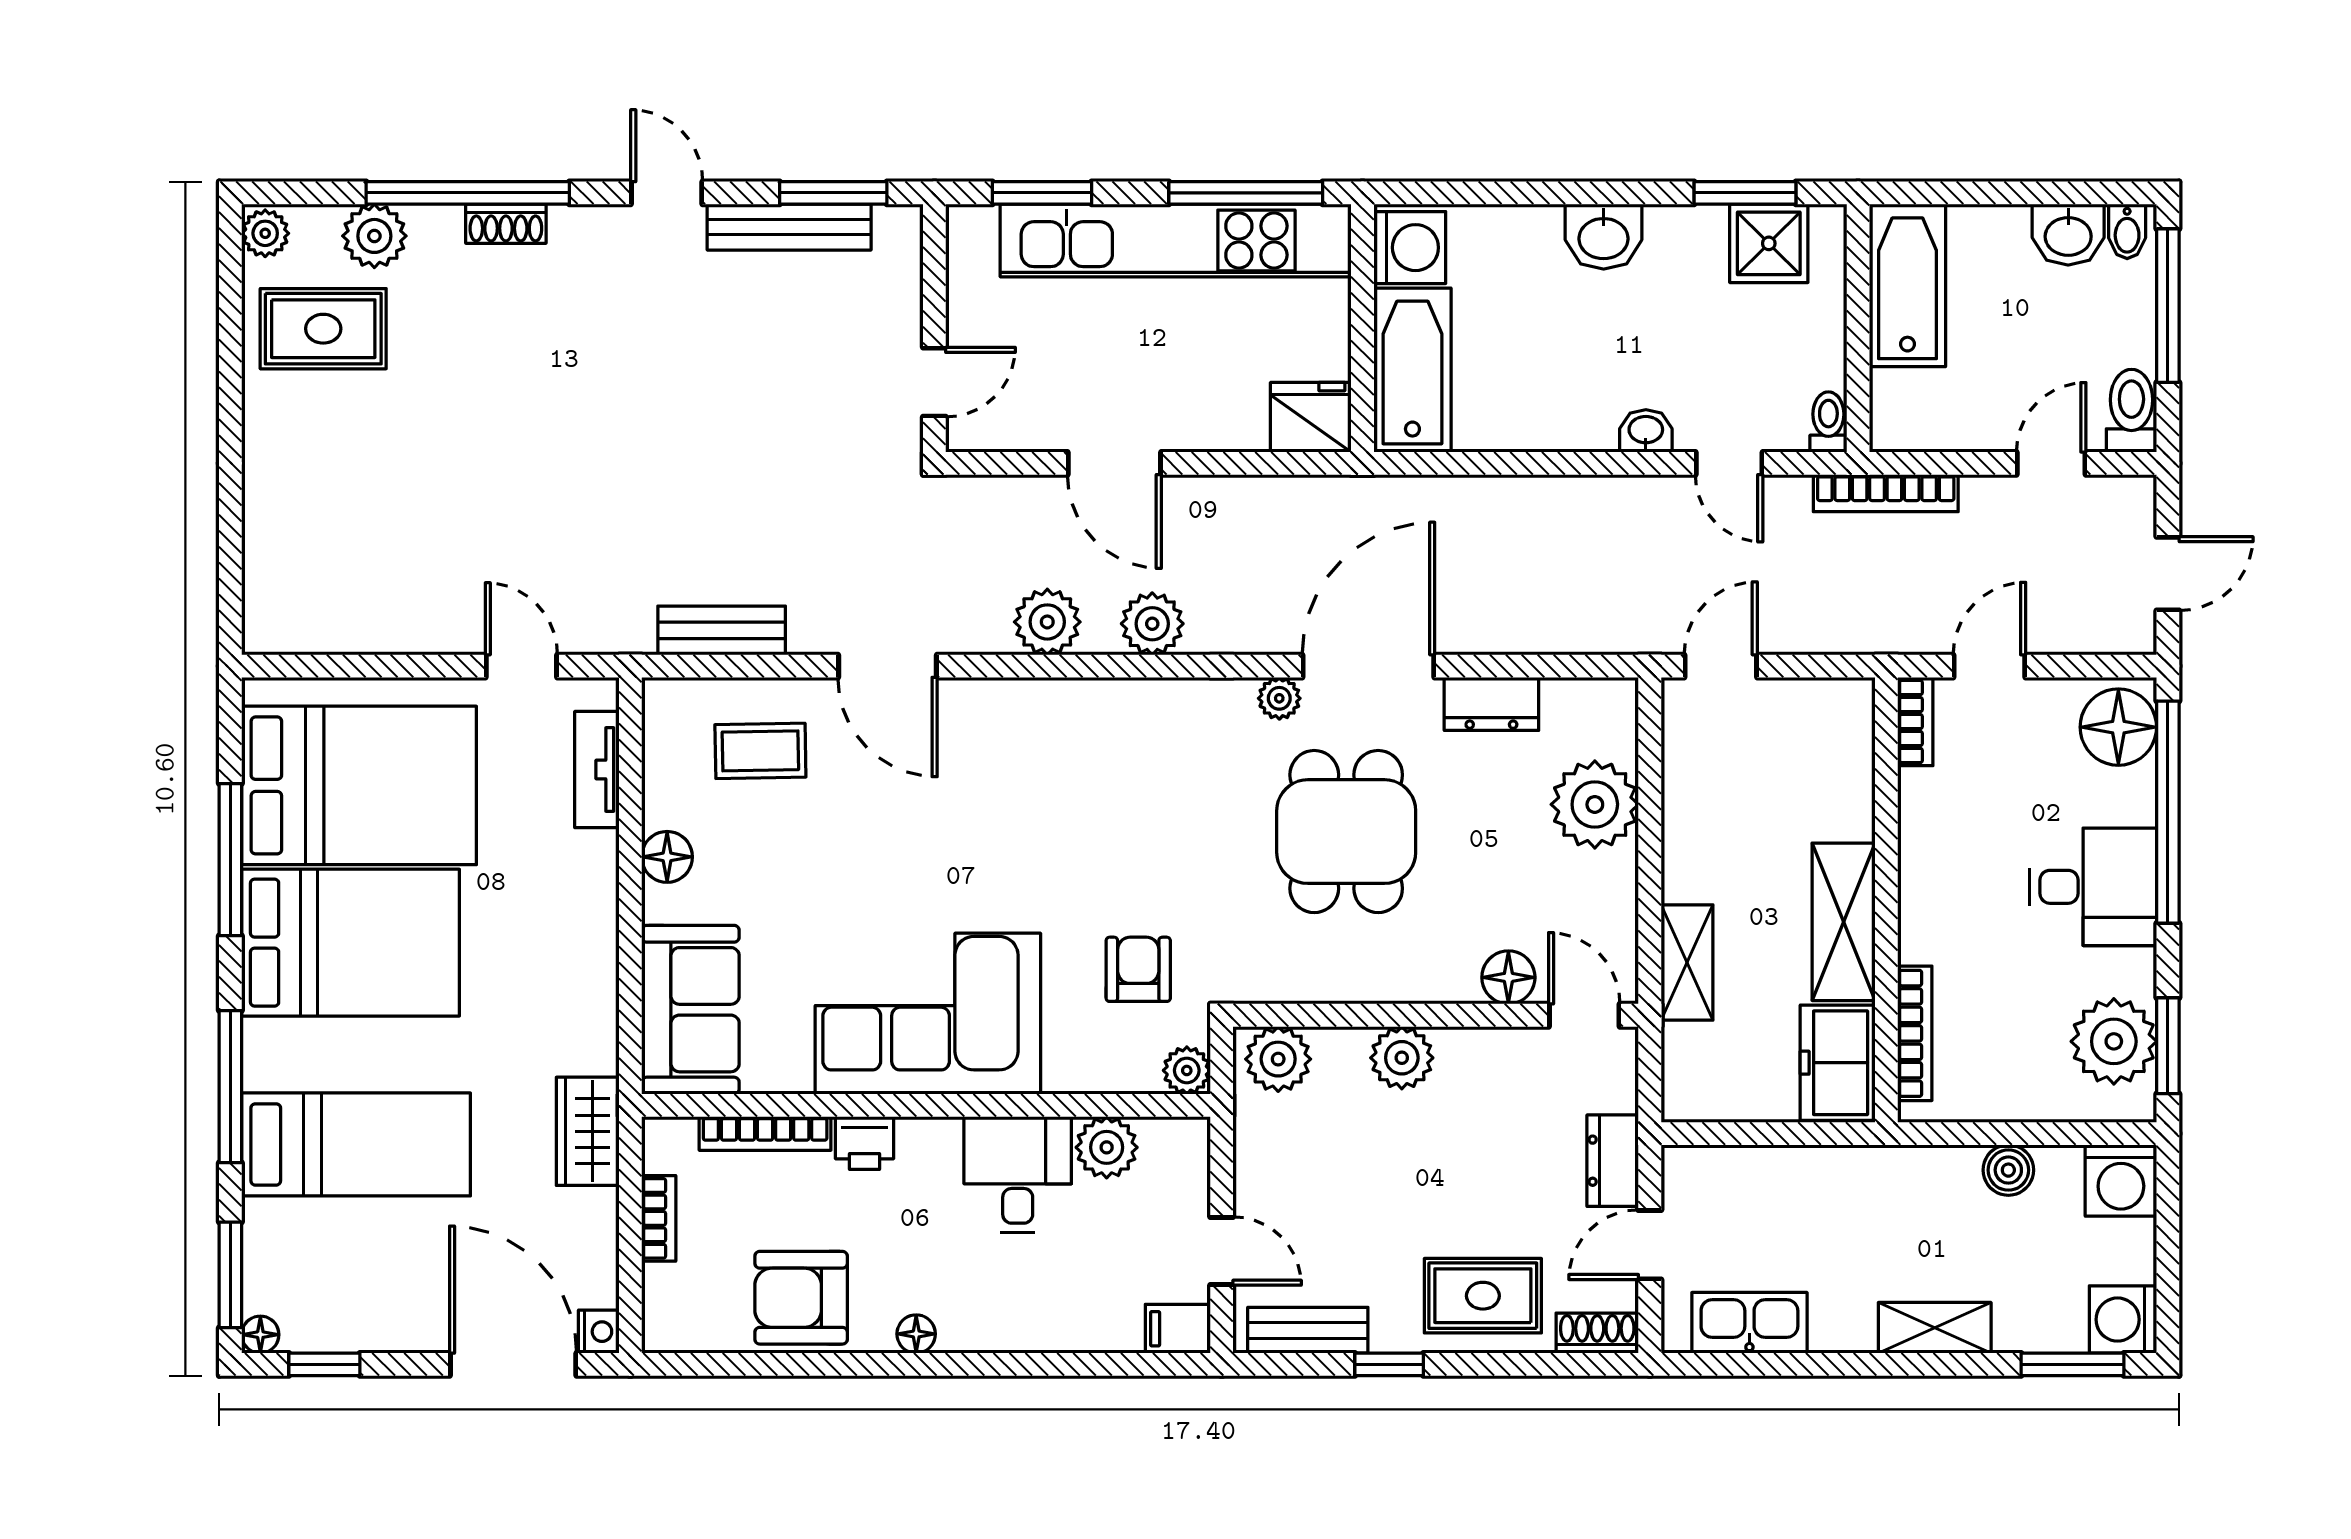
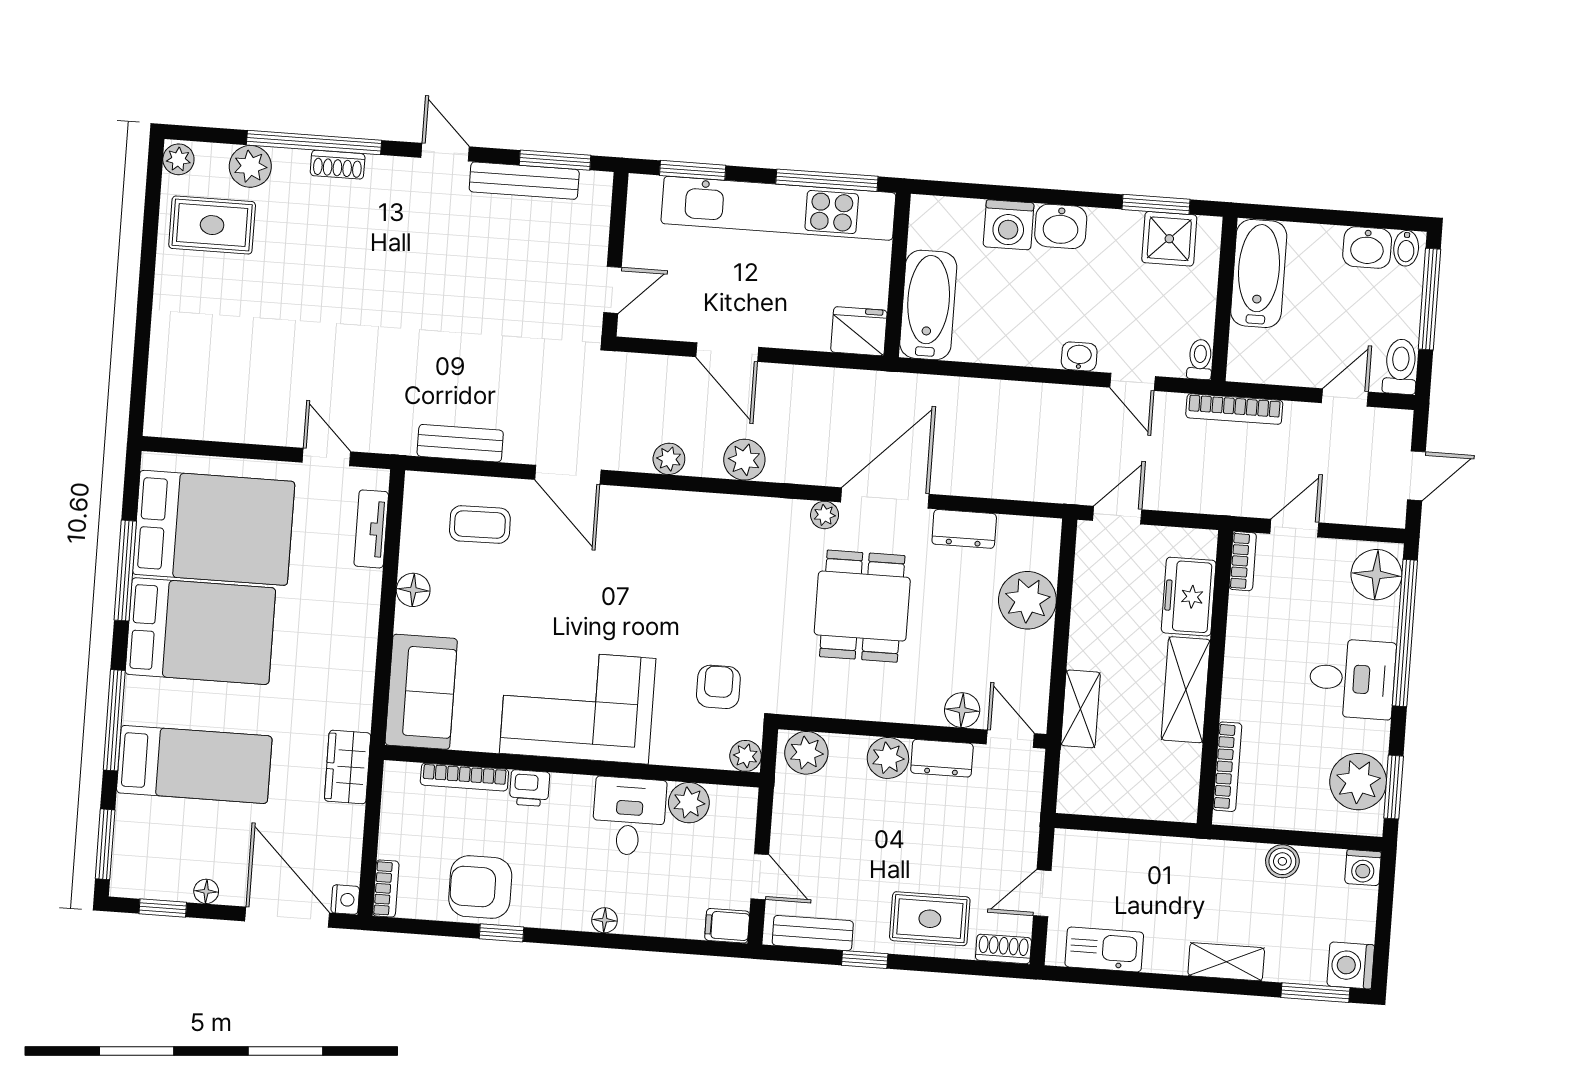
washing machine: (1410, 248) -> (1009, 225), moved, turned 90
plant: (1047, 622) -> (669, 459), width x0.73, depth x0.73
freezer: (1838, 1063) -> (1189, 597), moved
dresser: (1613, 1161) -> (942, 758), moved, turned -90
washing machine: (2121, 1180) -> (1363, 868), width x0.73, depth x0.73
bookcase: (659, 1218) -> (386, 889), moved
floor lamp: (916, 1334) -> (605, 920), moved
floor lamp: (260, 1335) -> (206, 891), moved
window: (838, 1364) -> (501, 933), added

